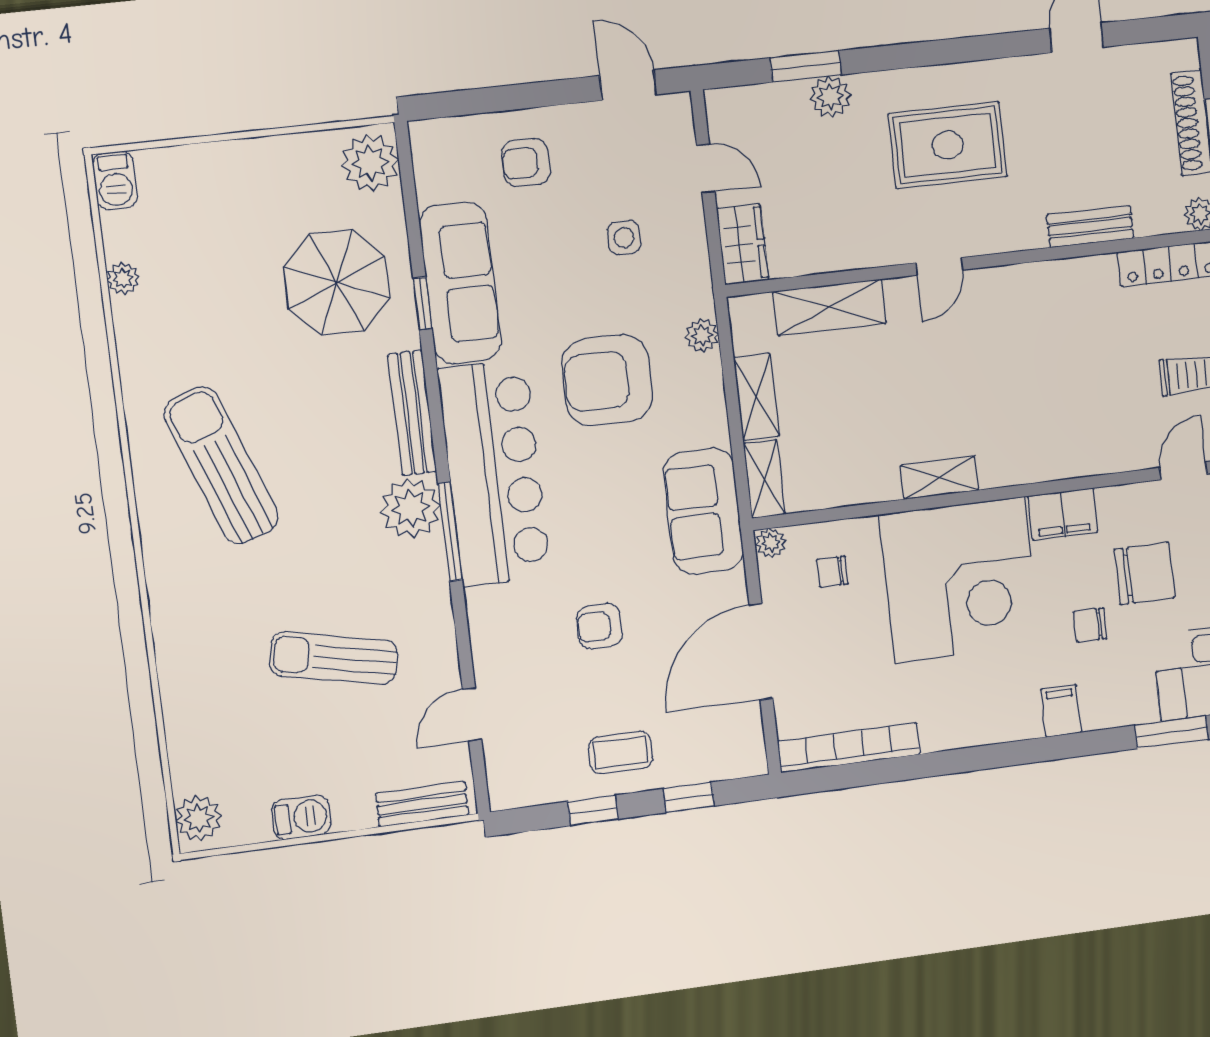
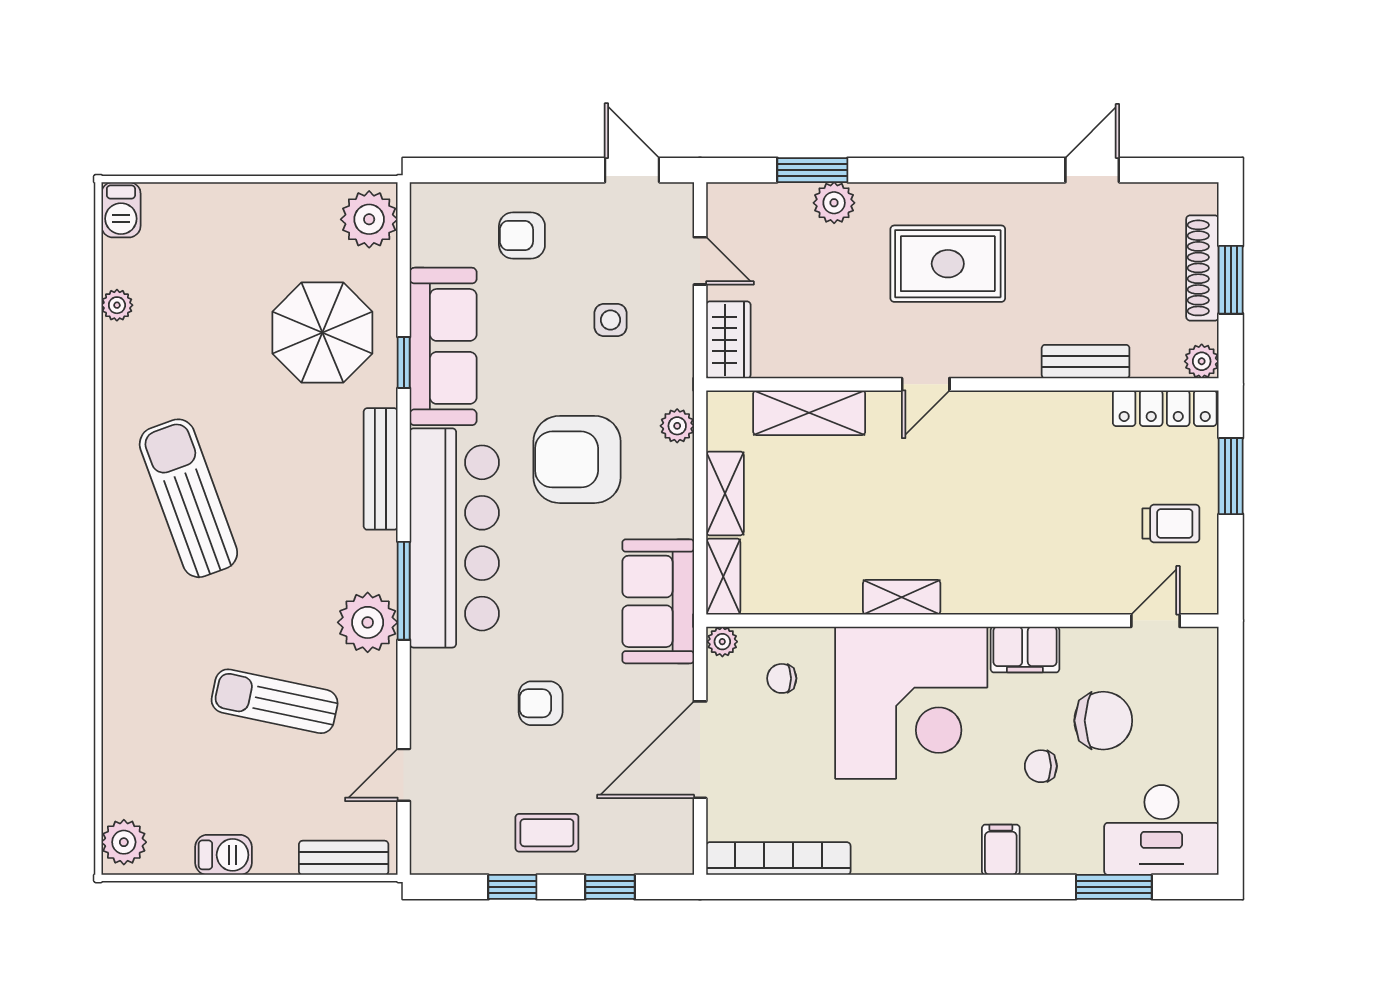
plant: (411, 508) -> (368, 622), moved

